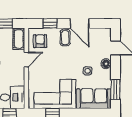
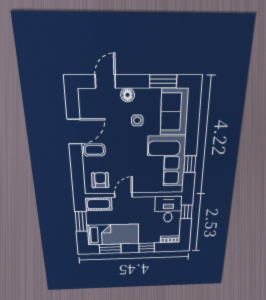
window: (50, 23) -> (77, 169), removed
armchair: (40, 41) -> (100, 180), turned 90
door: (26, 60) -> (123, 195), hinge flipped

